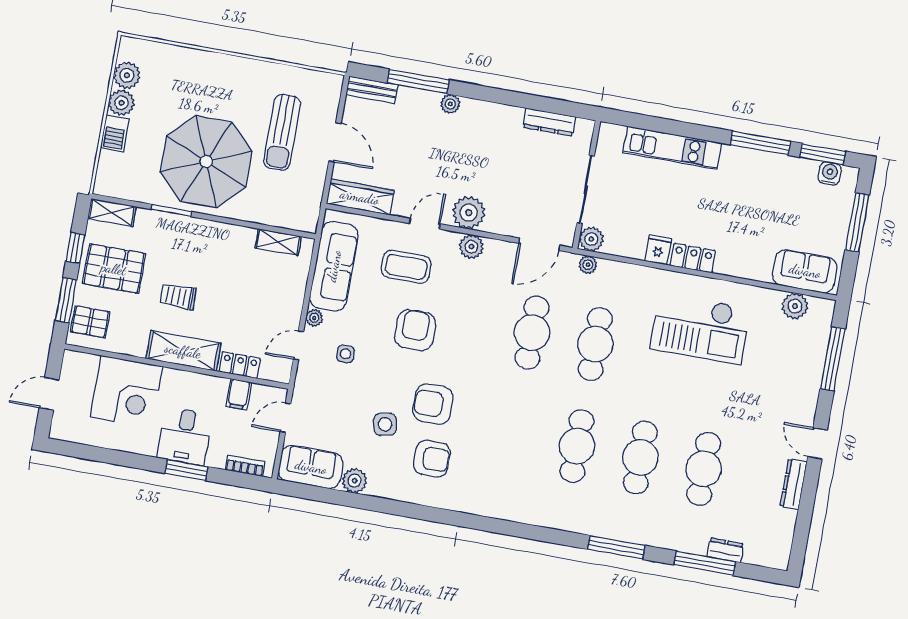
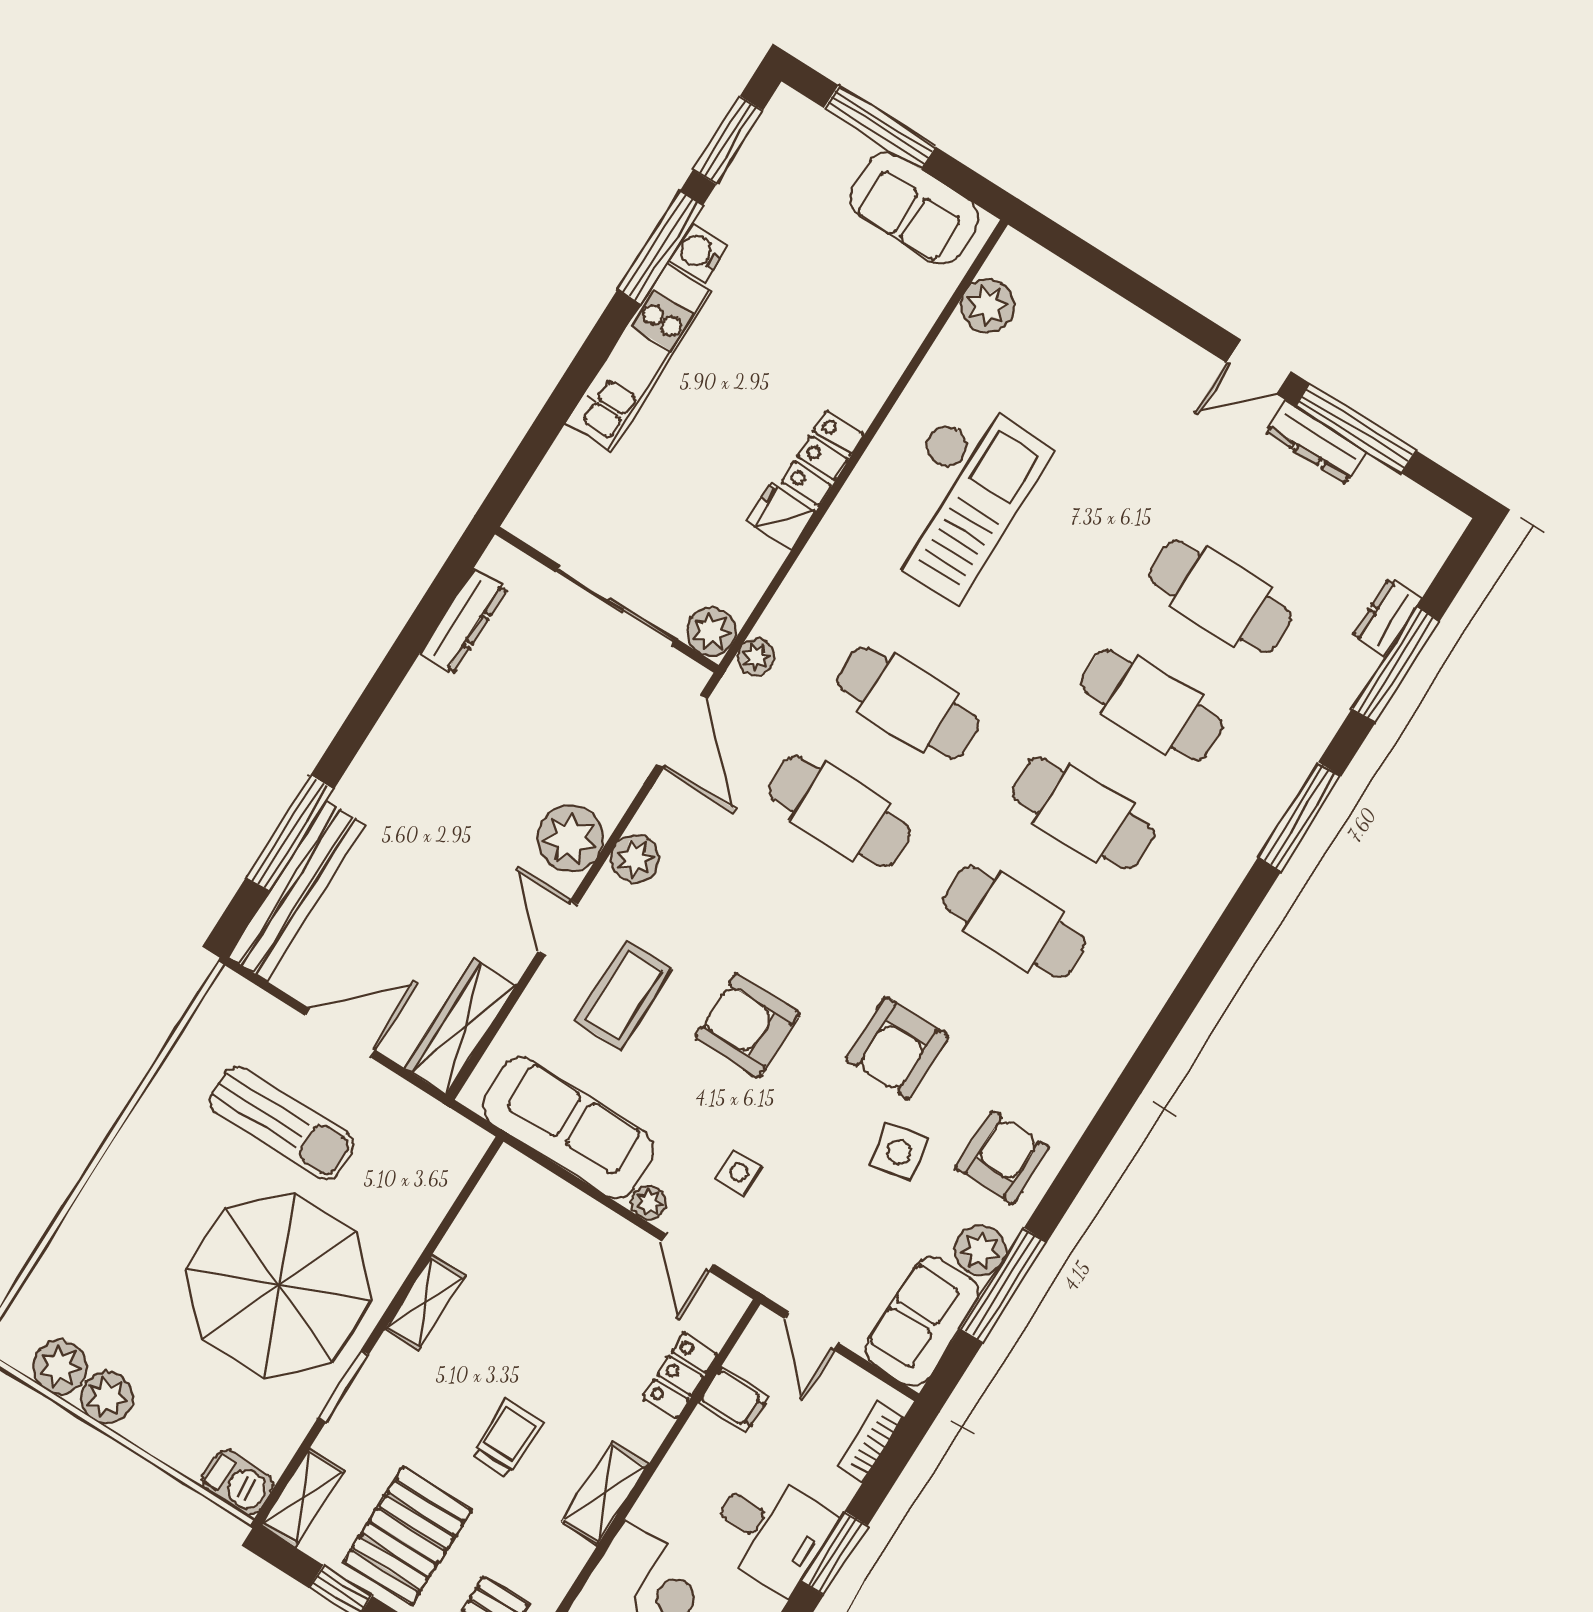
bench: (372, 90) -> (297, 891), width x1.86, depth x1.21
plant: (450, 104) -> (356, 791), removed
barbecue: (115, 133) -> (238, 1483), moved
kitchen unit: (672, 148) -> (639, 358), moved
water cooler: (830, 173) -> (699, 253), moved
shelving: (278, 242) -> (425, 1302), moved
sofa: (805, 271) -> (914, 208), moved, turned -90
trolley: (178, 296) -> (507, 1438), turned 180
shelving: (183, 351) -> (605, 1493), width x0.67, depth x0.75
window: (833, 359) -> (1356, 428), moved
cafe table: (514, 435) -> (1014, 922), added
armchair: (432, 459) -> (1002, 1158), moved
window: (343, 498) -> (1003, 1286), added

